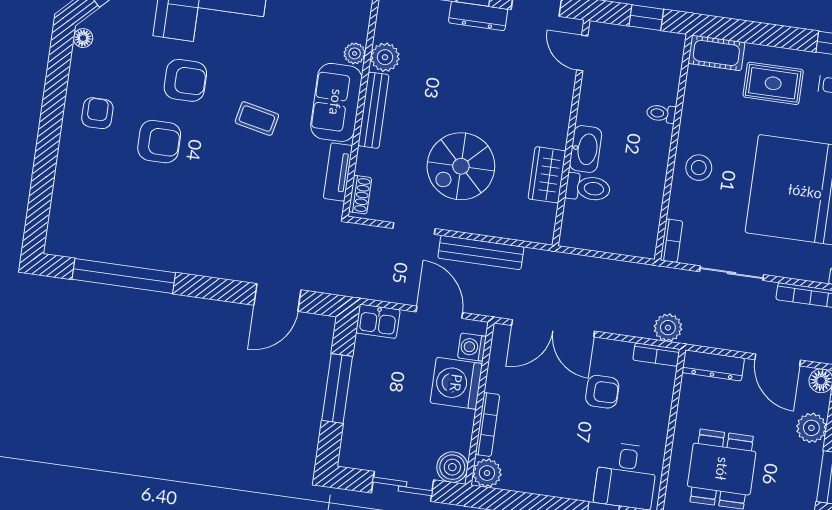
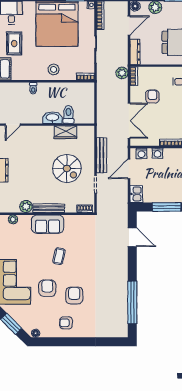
plant: (355, 53) -> (13, 219), moved
tv unit: (338, 172) -> (76, 219), removed
washing machine: (456, 383) -> (157, 153), width x0.53, depth x0.53

